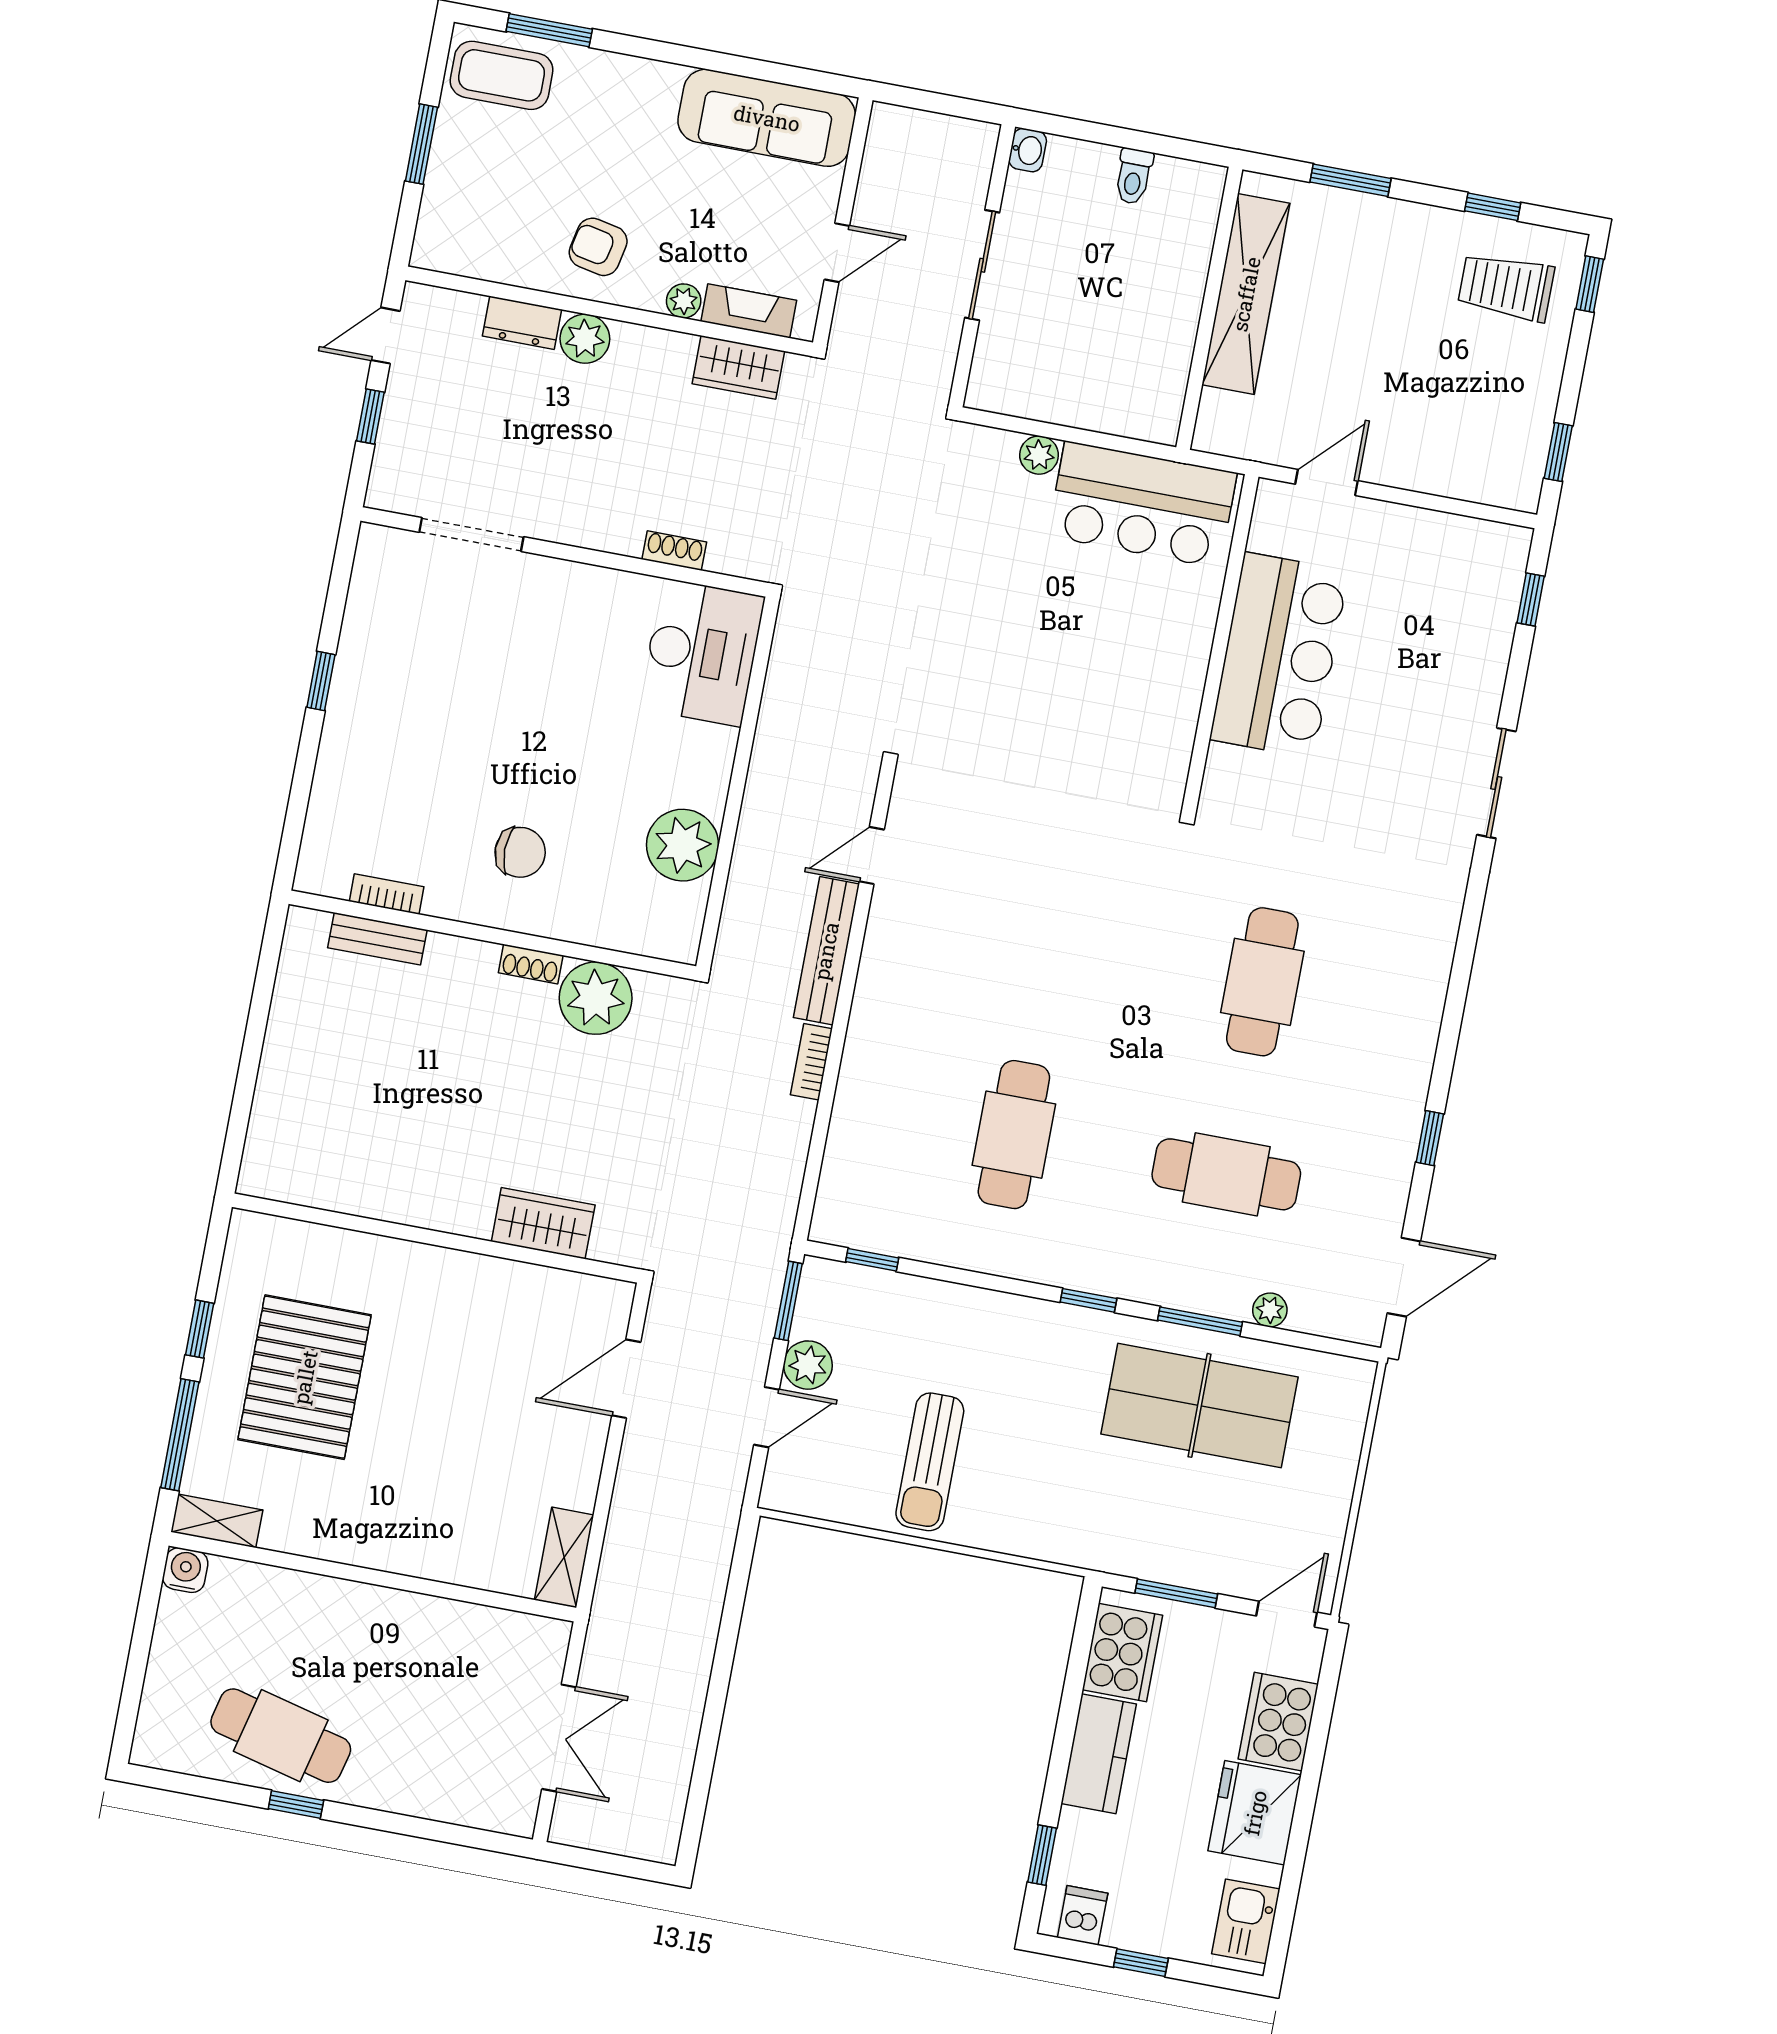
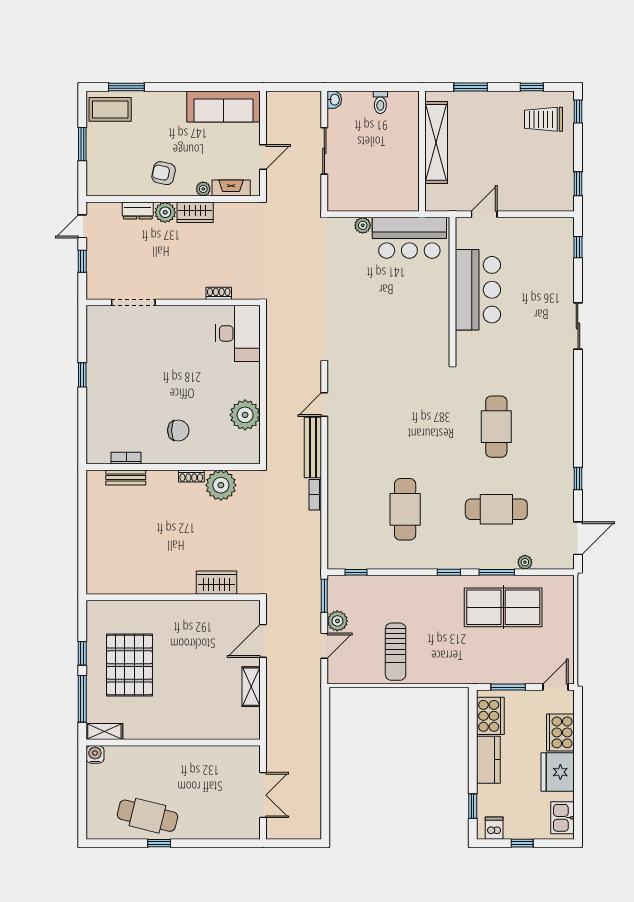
wardrobe: (738, 367) -> (195, 212), moved
shelving: (564, 1557) -> (251, 687), moved

